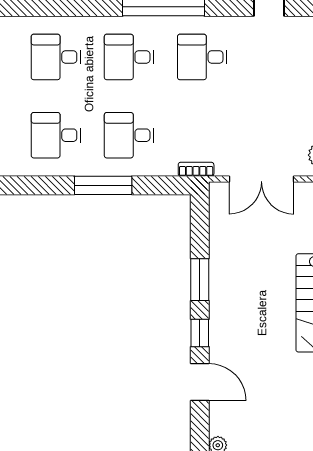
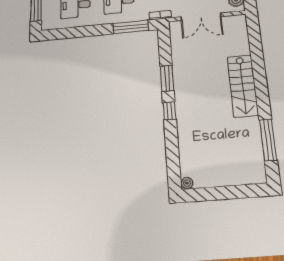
window: (103, 185) -> (131, 27), moved
door: (200, 382) -> (172, 142), removed

